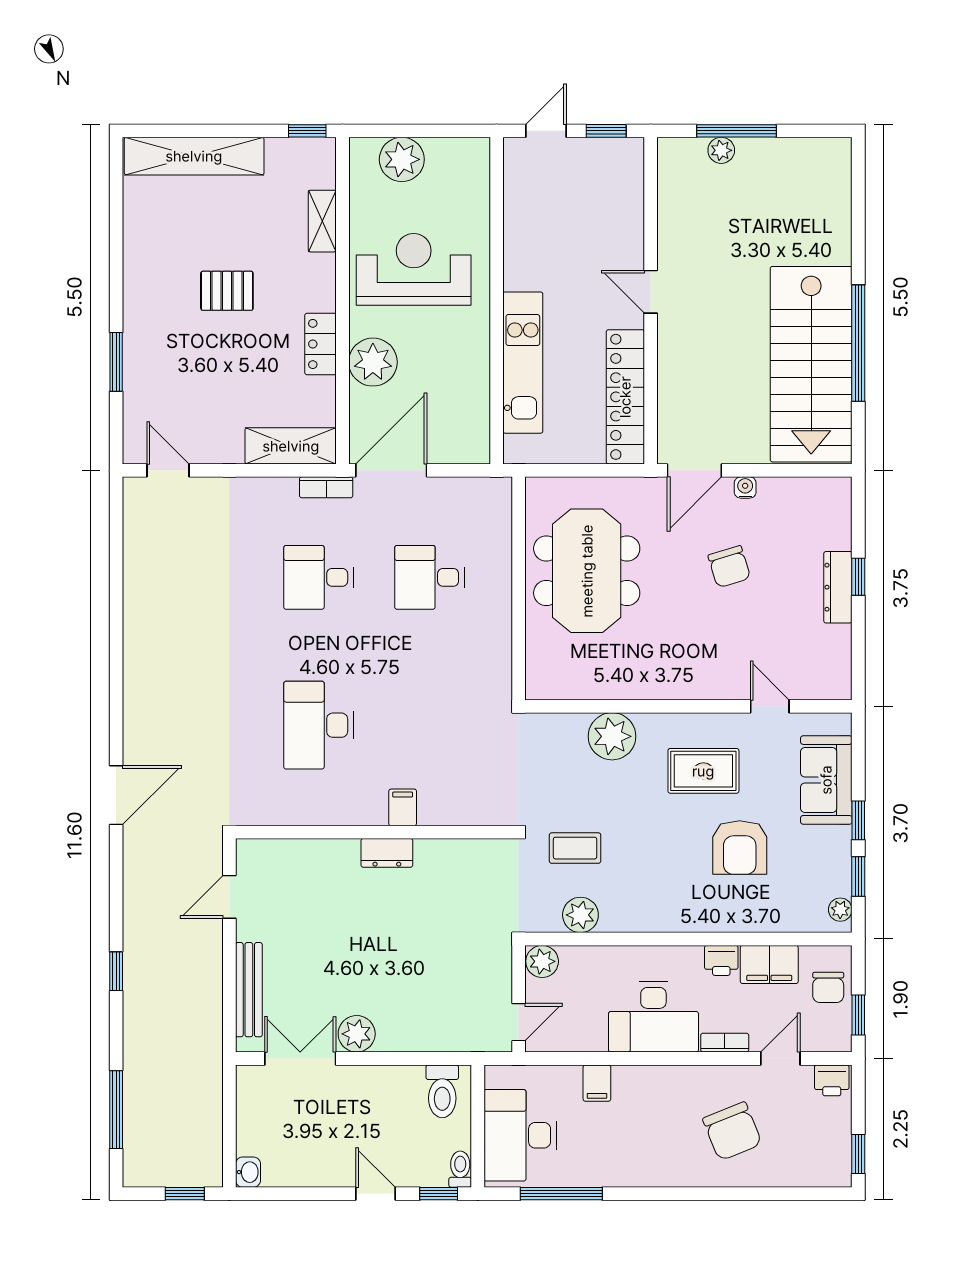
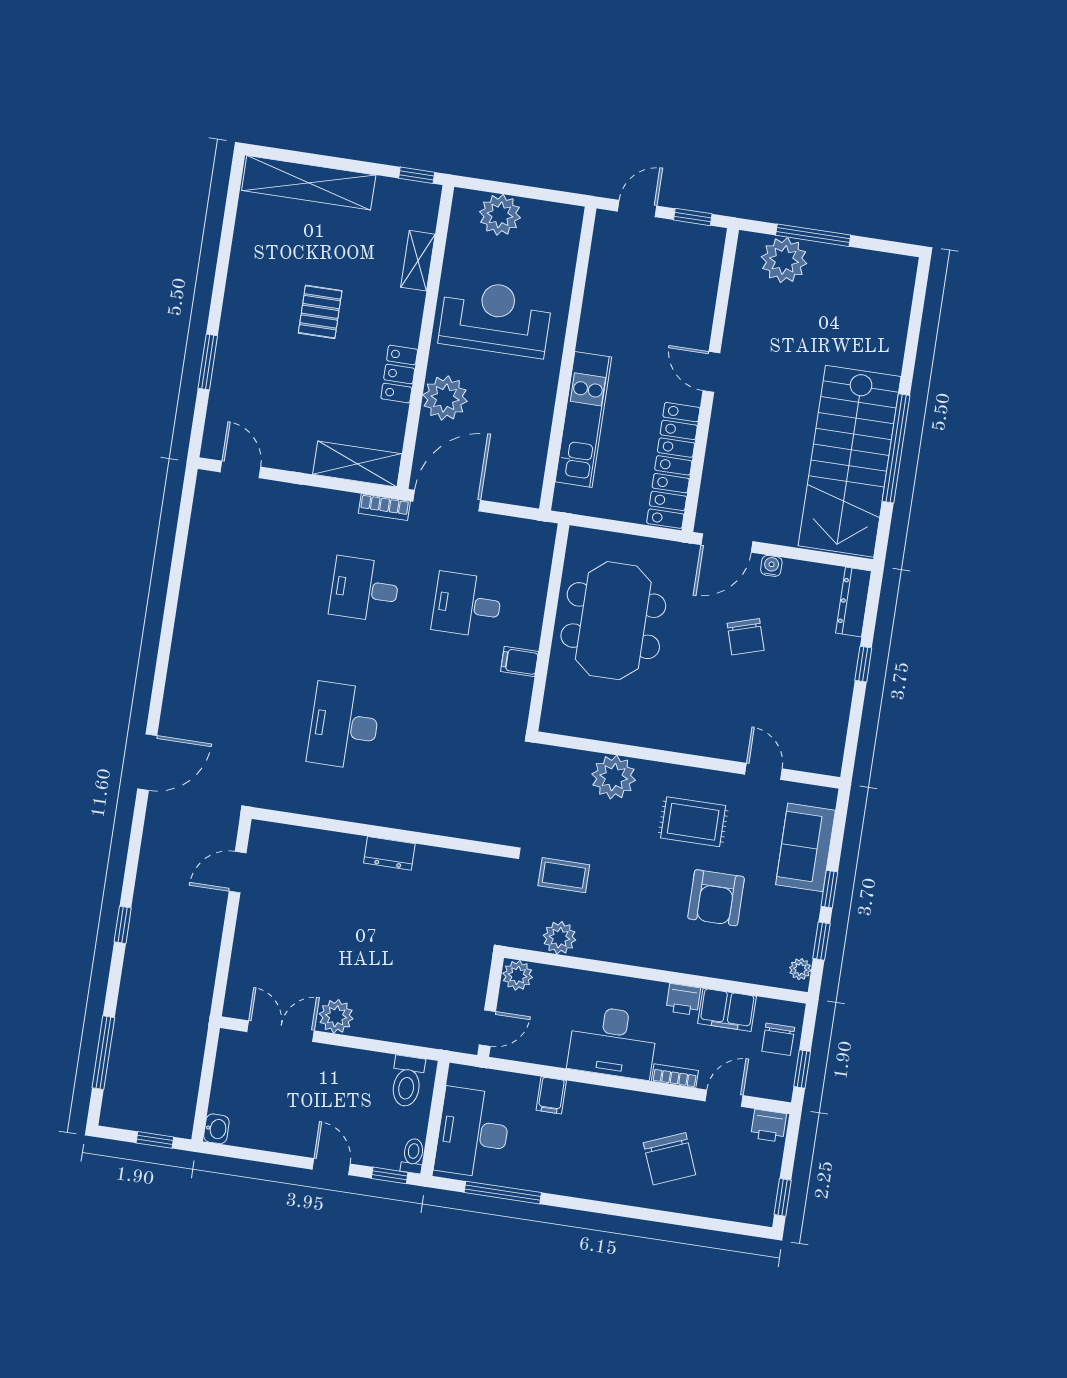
plant: (721, 150) -> (784, 260), width x1.88, depth x1.88
pallet: (227, 291) -> (320, 312), turned 90
dresser: (838, 587) -> (854, 602), moved
filing cabinet: (403, 807) -> (519, 662), moved, turned -90
bench: (249, 990) -> (243, 960), removed

